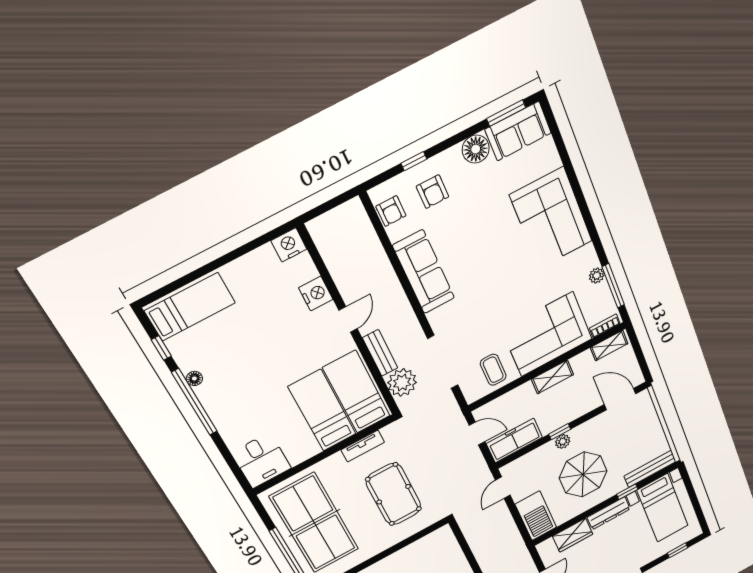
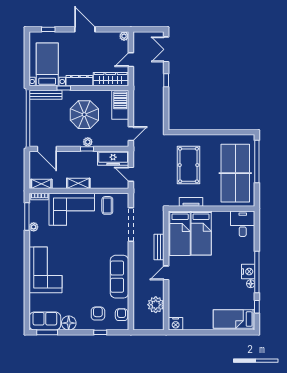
nightstand: (316, 294) -> (248, 272), moved, turned 180
plant: (402, 383) -> (156, 305), moved
wardrobe: (573, 535) -> (111, 79), width x1.50

